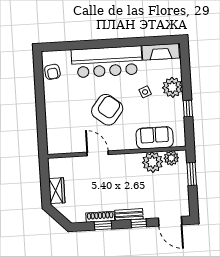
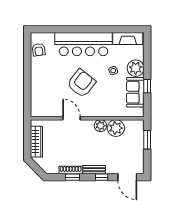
sofa: (155, 138) -> (135, 92), moved, turned -90
plant: (171, 158) -> (100, 126), moved
wardrobe: (57, 191) -> (36, 142), width x1.50

